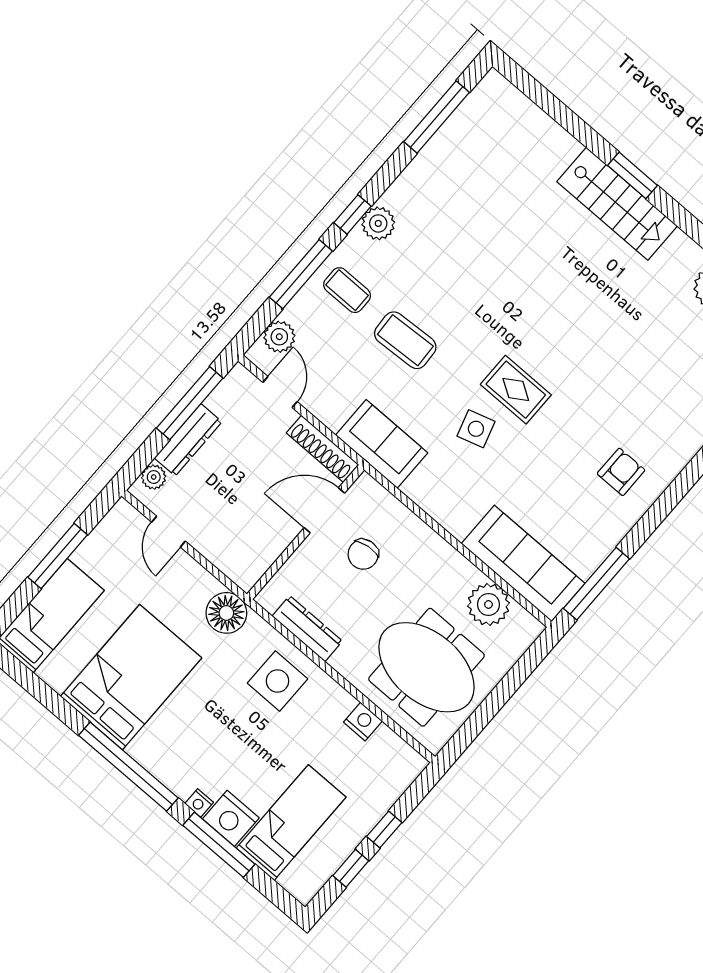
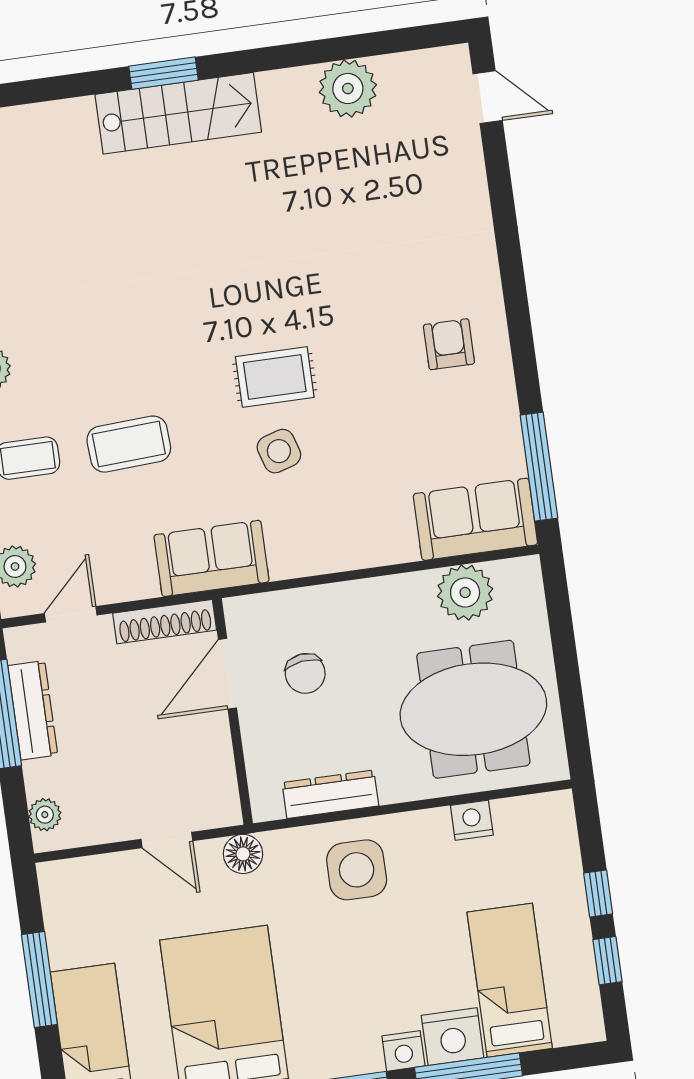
door: (280, 392) -> (71, 614), hinge flipped
dresser: (188, 440) -> (33, 710), moved
door: (169, 532) -> (167, 840), moved
sofa: (523, 564) -> (475, 519), width x0.73
floor lamp: (226, 613) -> (243, 854), width x0.73, depth x0.73
nightstand: (199, 803) -> (403, 1051), width x1.39, depth x1.35

